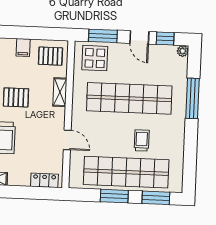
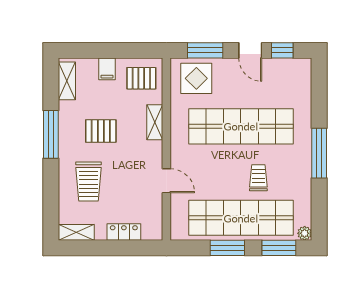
plant: (183, 51) -> (305, 233), moved
window: (193, 98) -> (319, 153), moved
locker: (44, 180) -> (124, 232), moved

